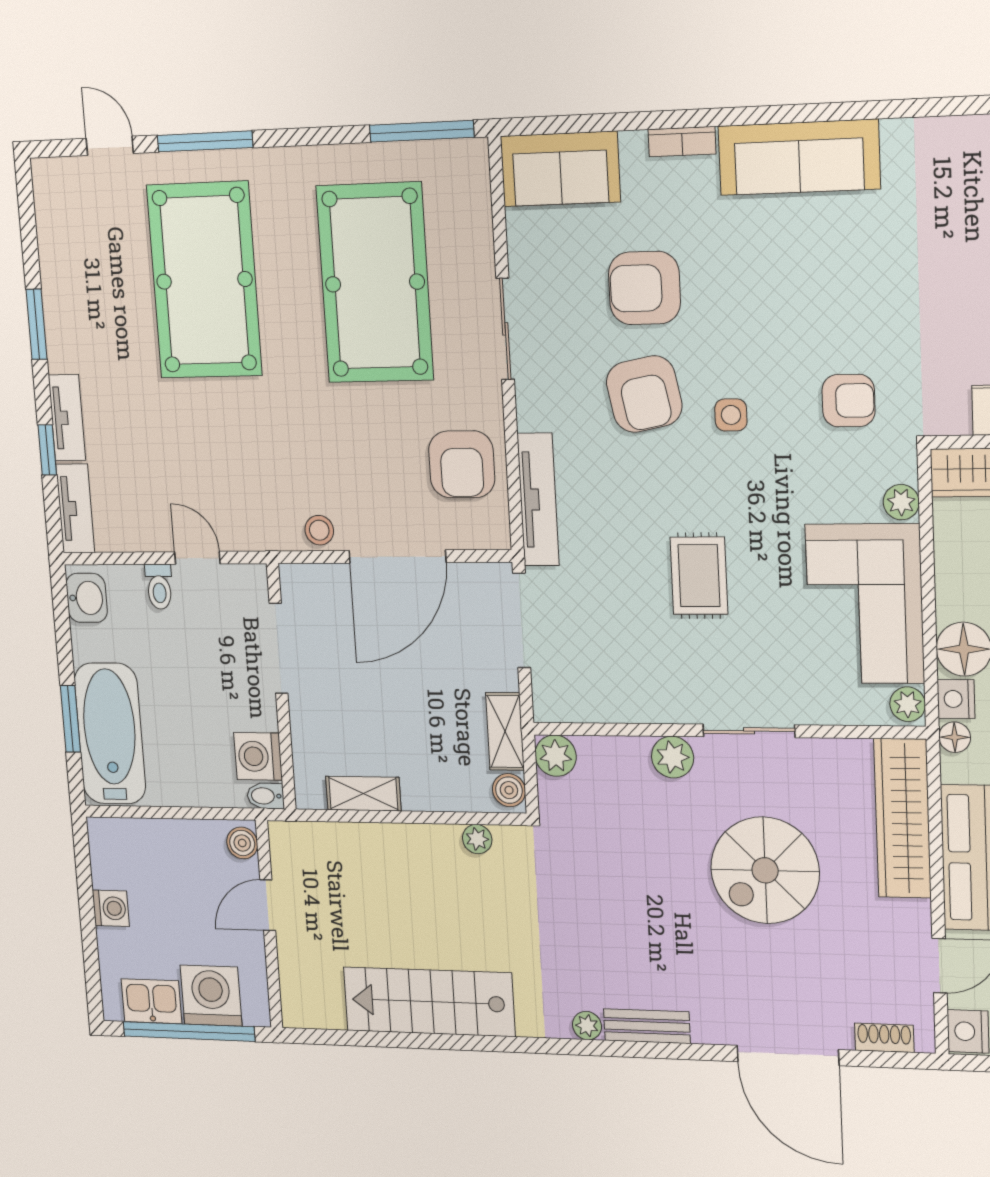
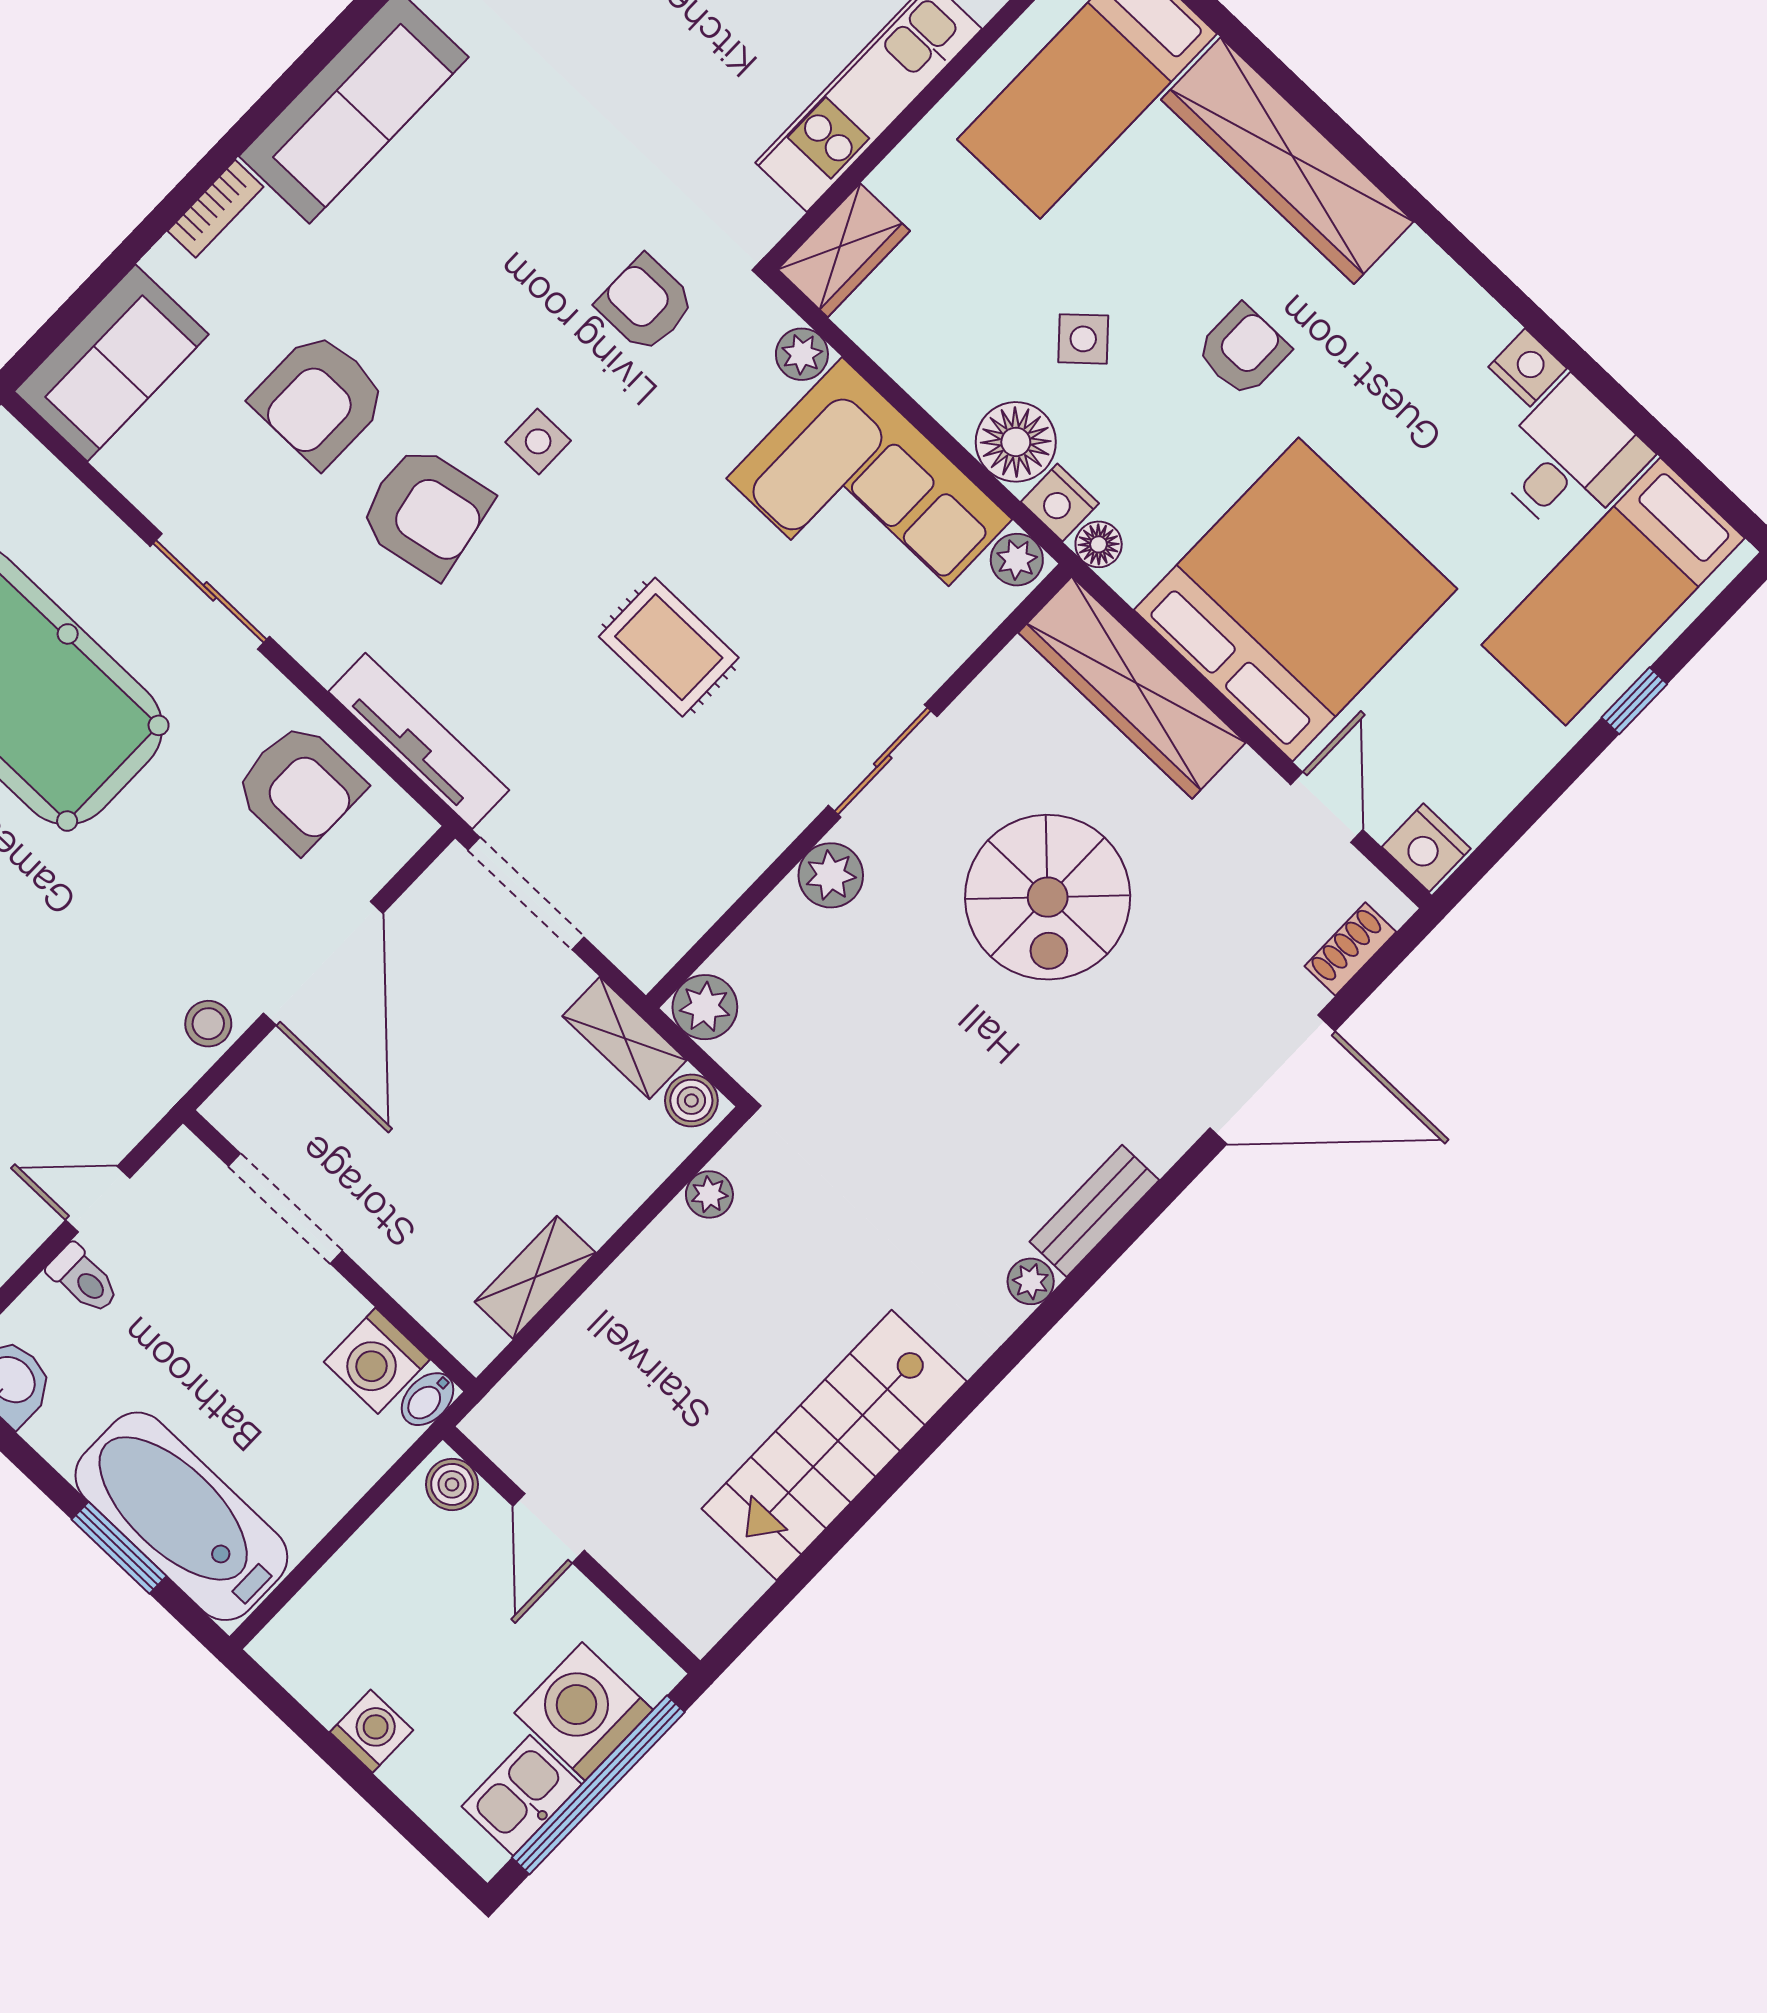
armchair: (849, 401) -> (646, 304), turned -90

